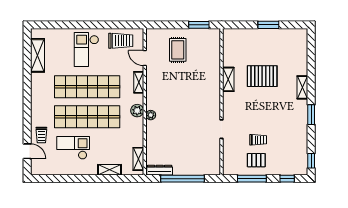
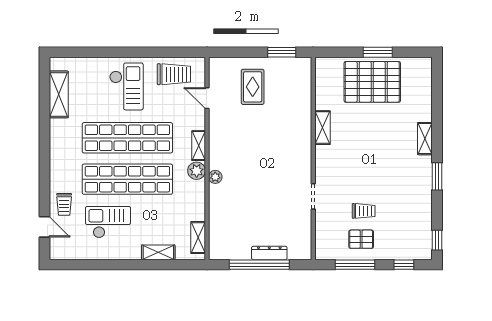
checkout: (86, 50) -> (126, 86), turned 180
pallet: (262, 76) -> (372, 82), moved, width x1.37, depth x1.41
shelving: (139, 82) -> (199, 146), moved
dresser: (160, 170) -> (269, 253), moved

